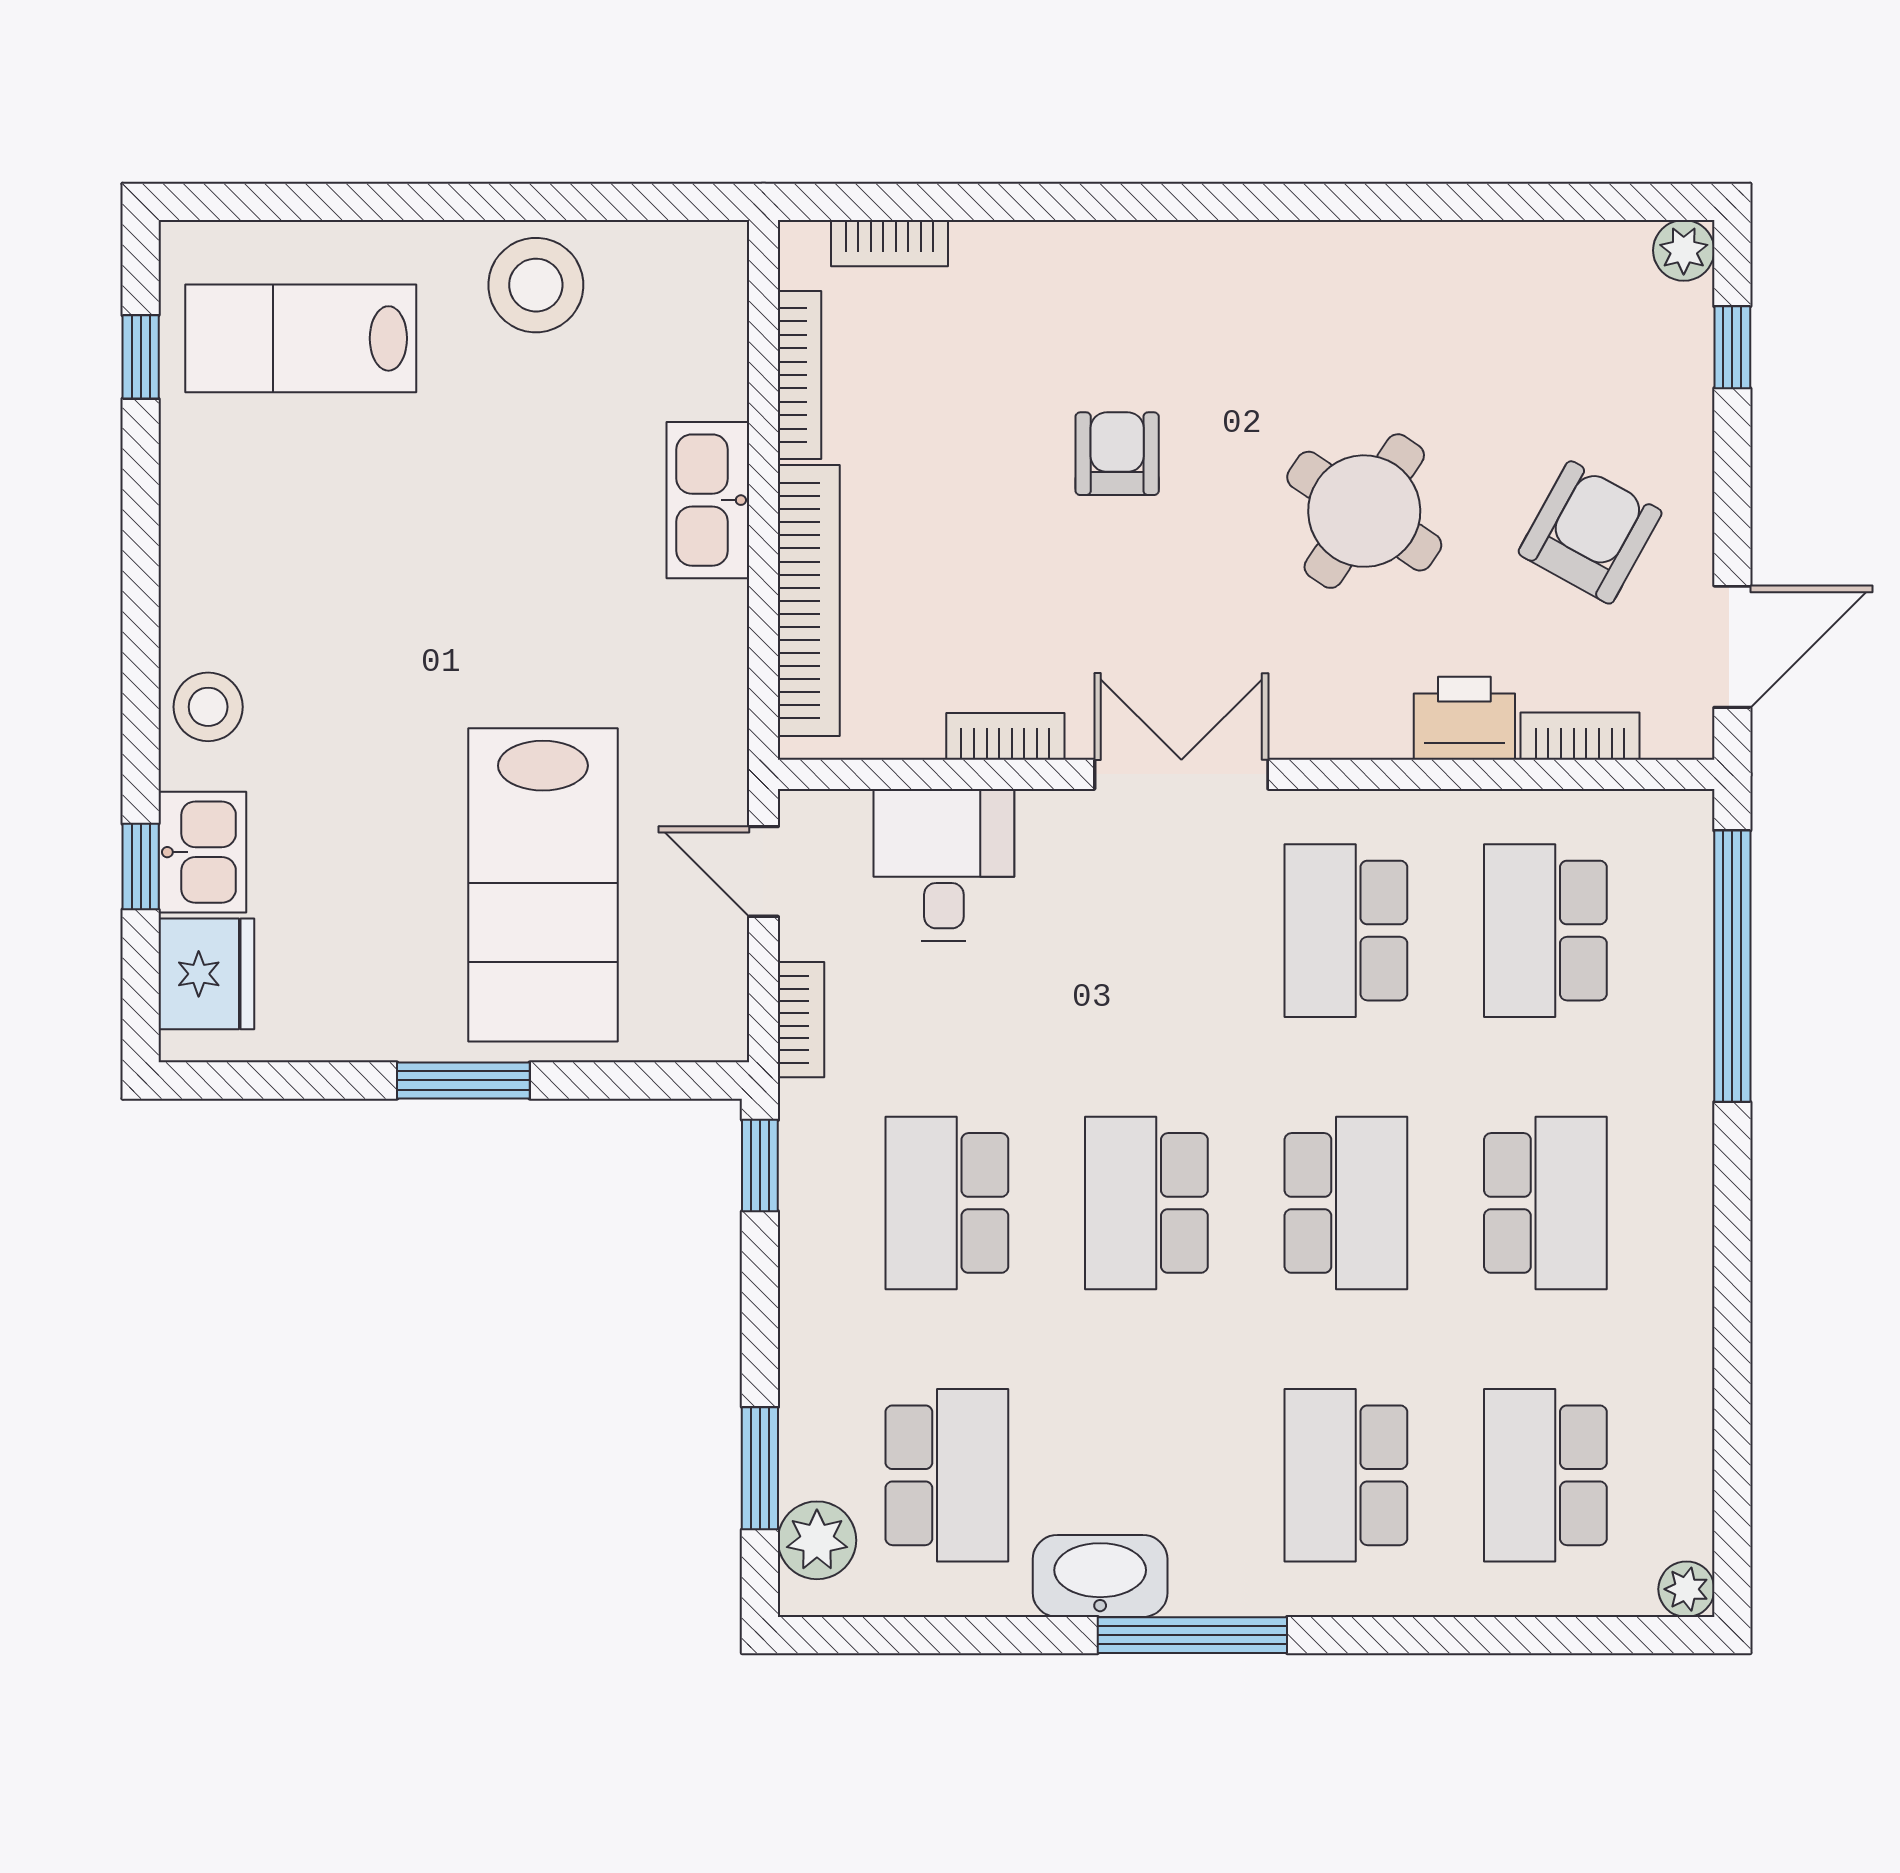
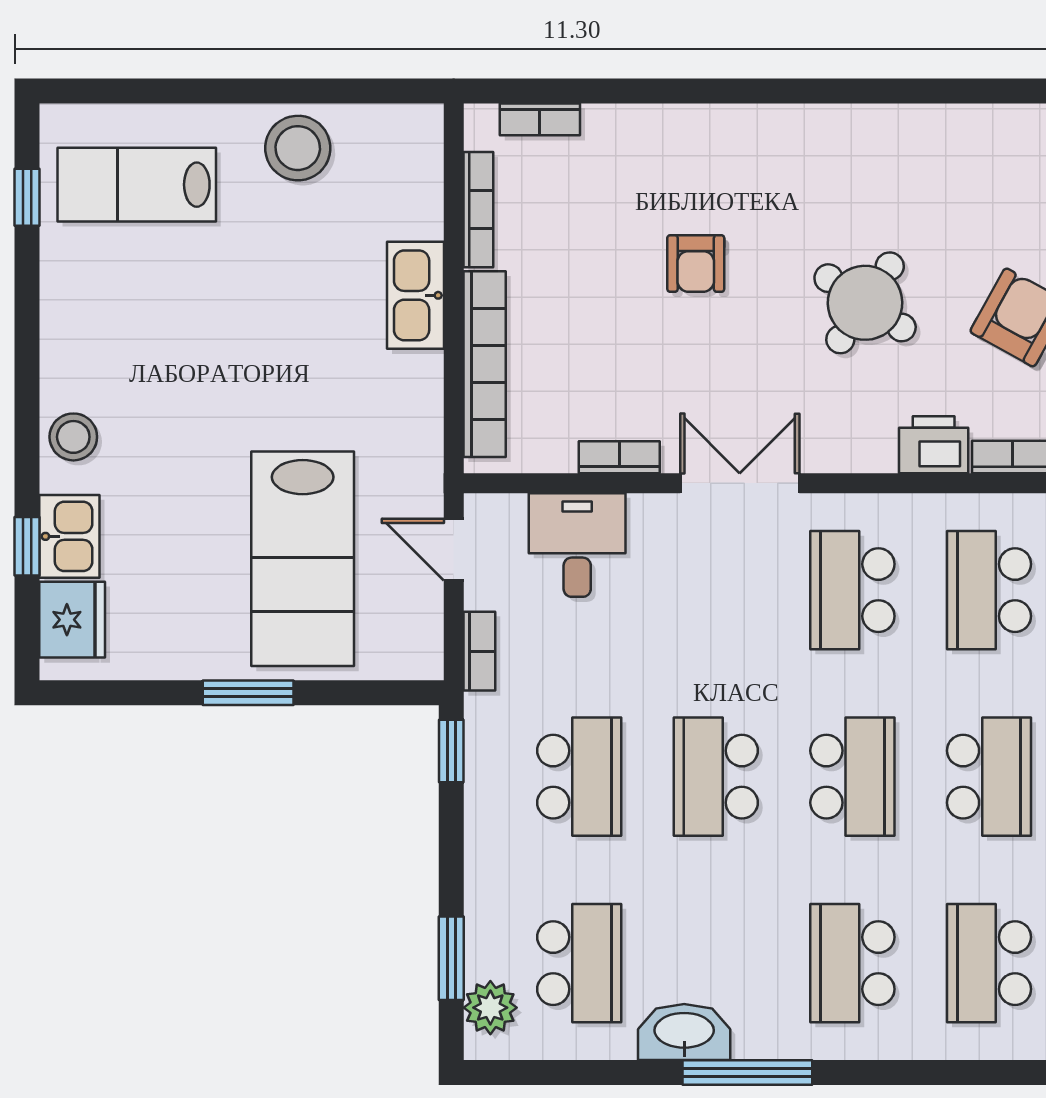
armchair: (1117, 454) -> (696, 264), turned 180
school desk: (947, 1203) -> (579, 777), turned 180

